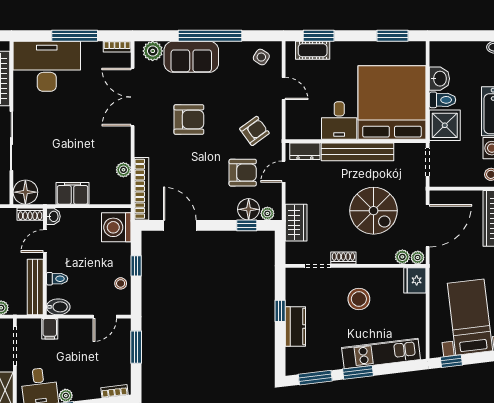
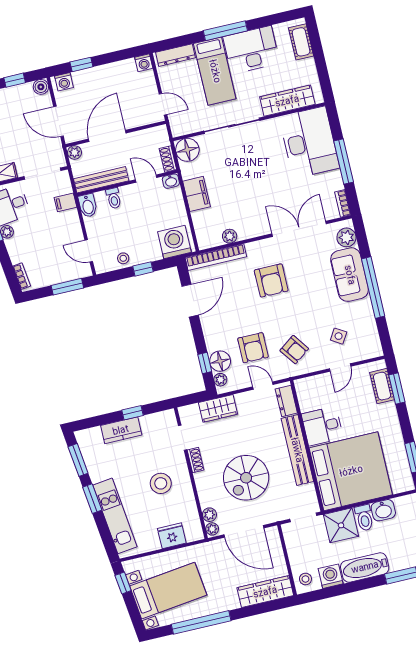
side table: (261, 57) -> (339, 336), moved
armchair: (189, 119) -> (271, 280), moved
fridge: (415, 280) -> (172, 536), moved

